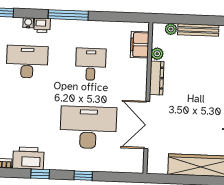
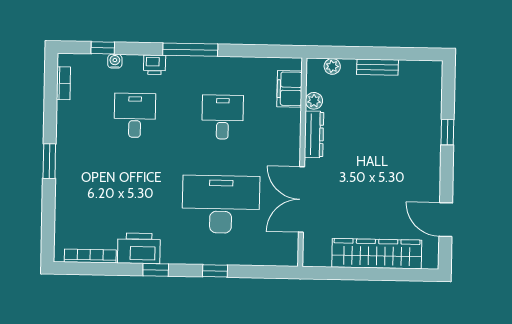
water cooler: (28, 23) -> (115, 61), moved
bench: (198, 30) -> (378, 67), width x0.73
desk: (27, 62) -> (135, 115), width x0.73

